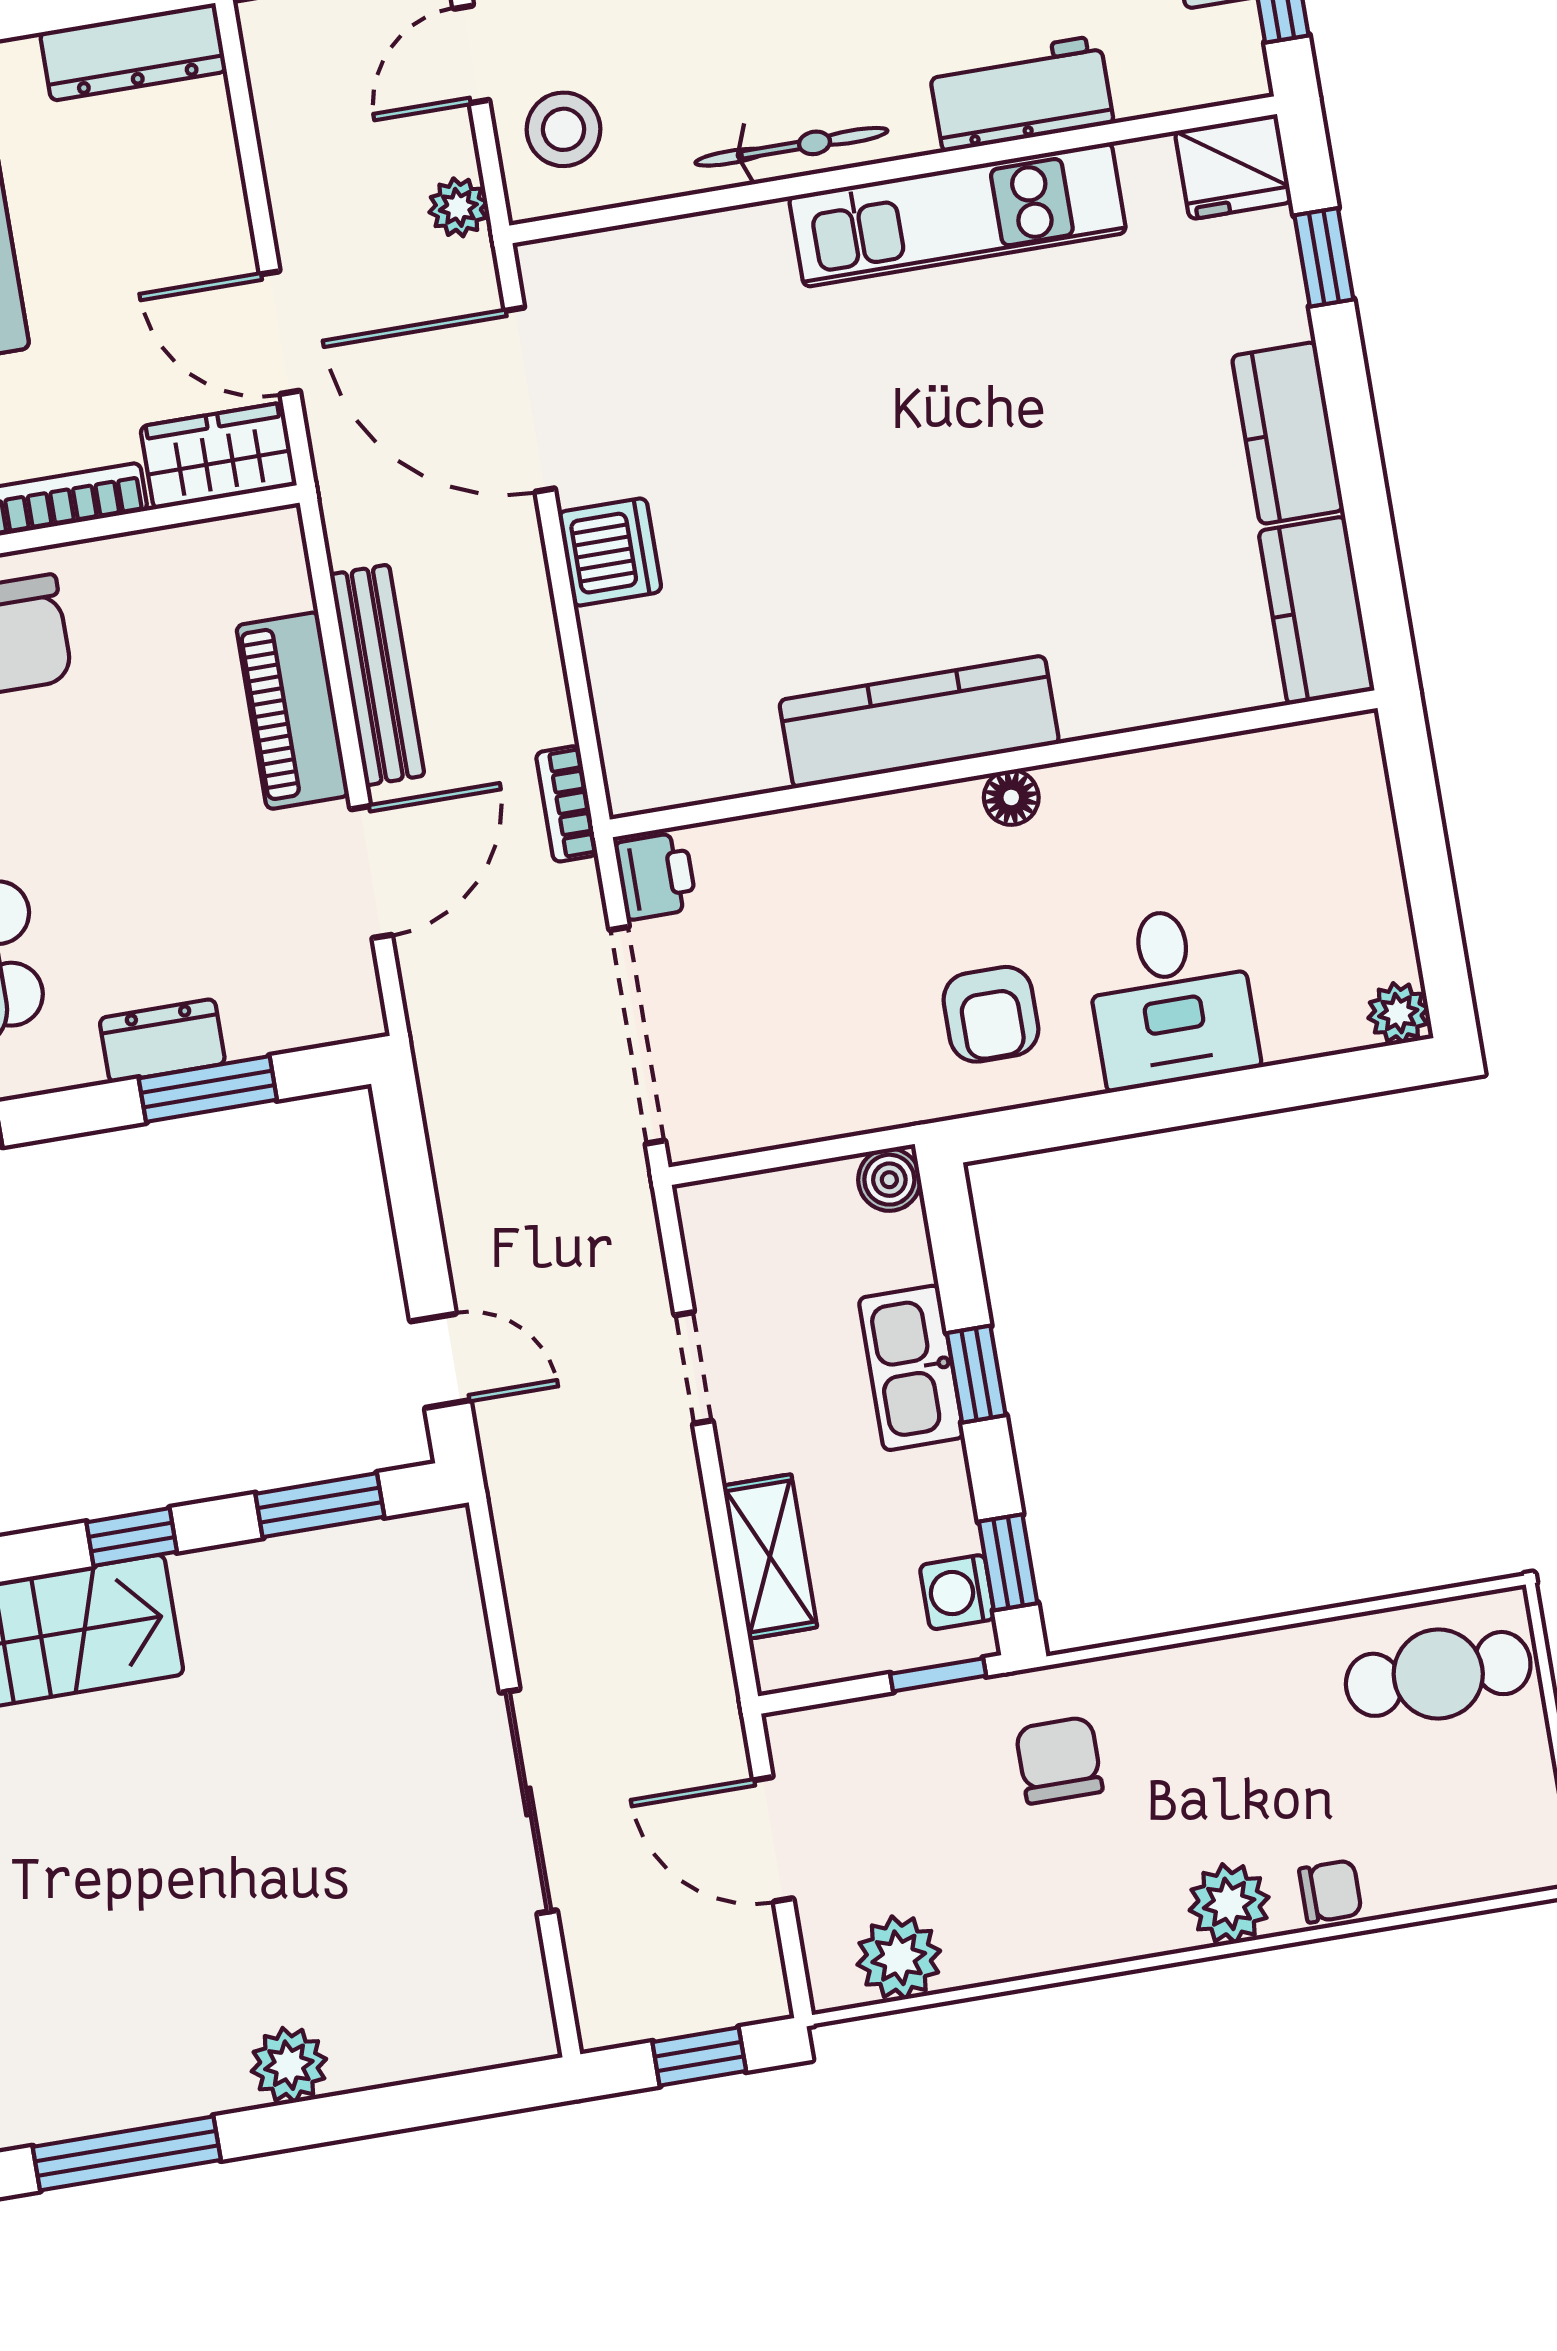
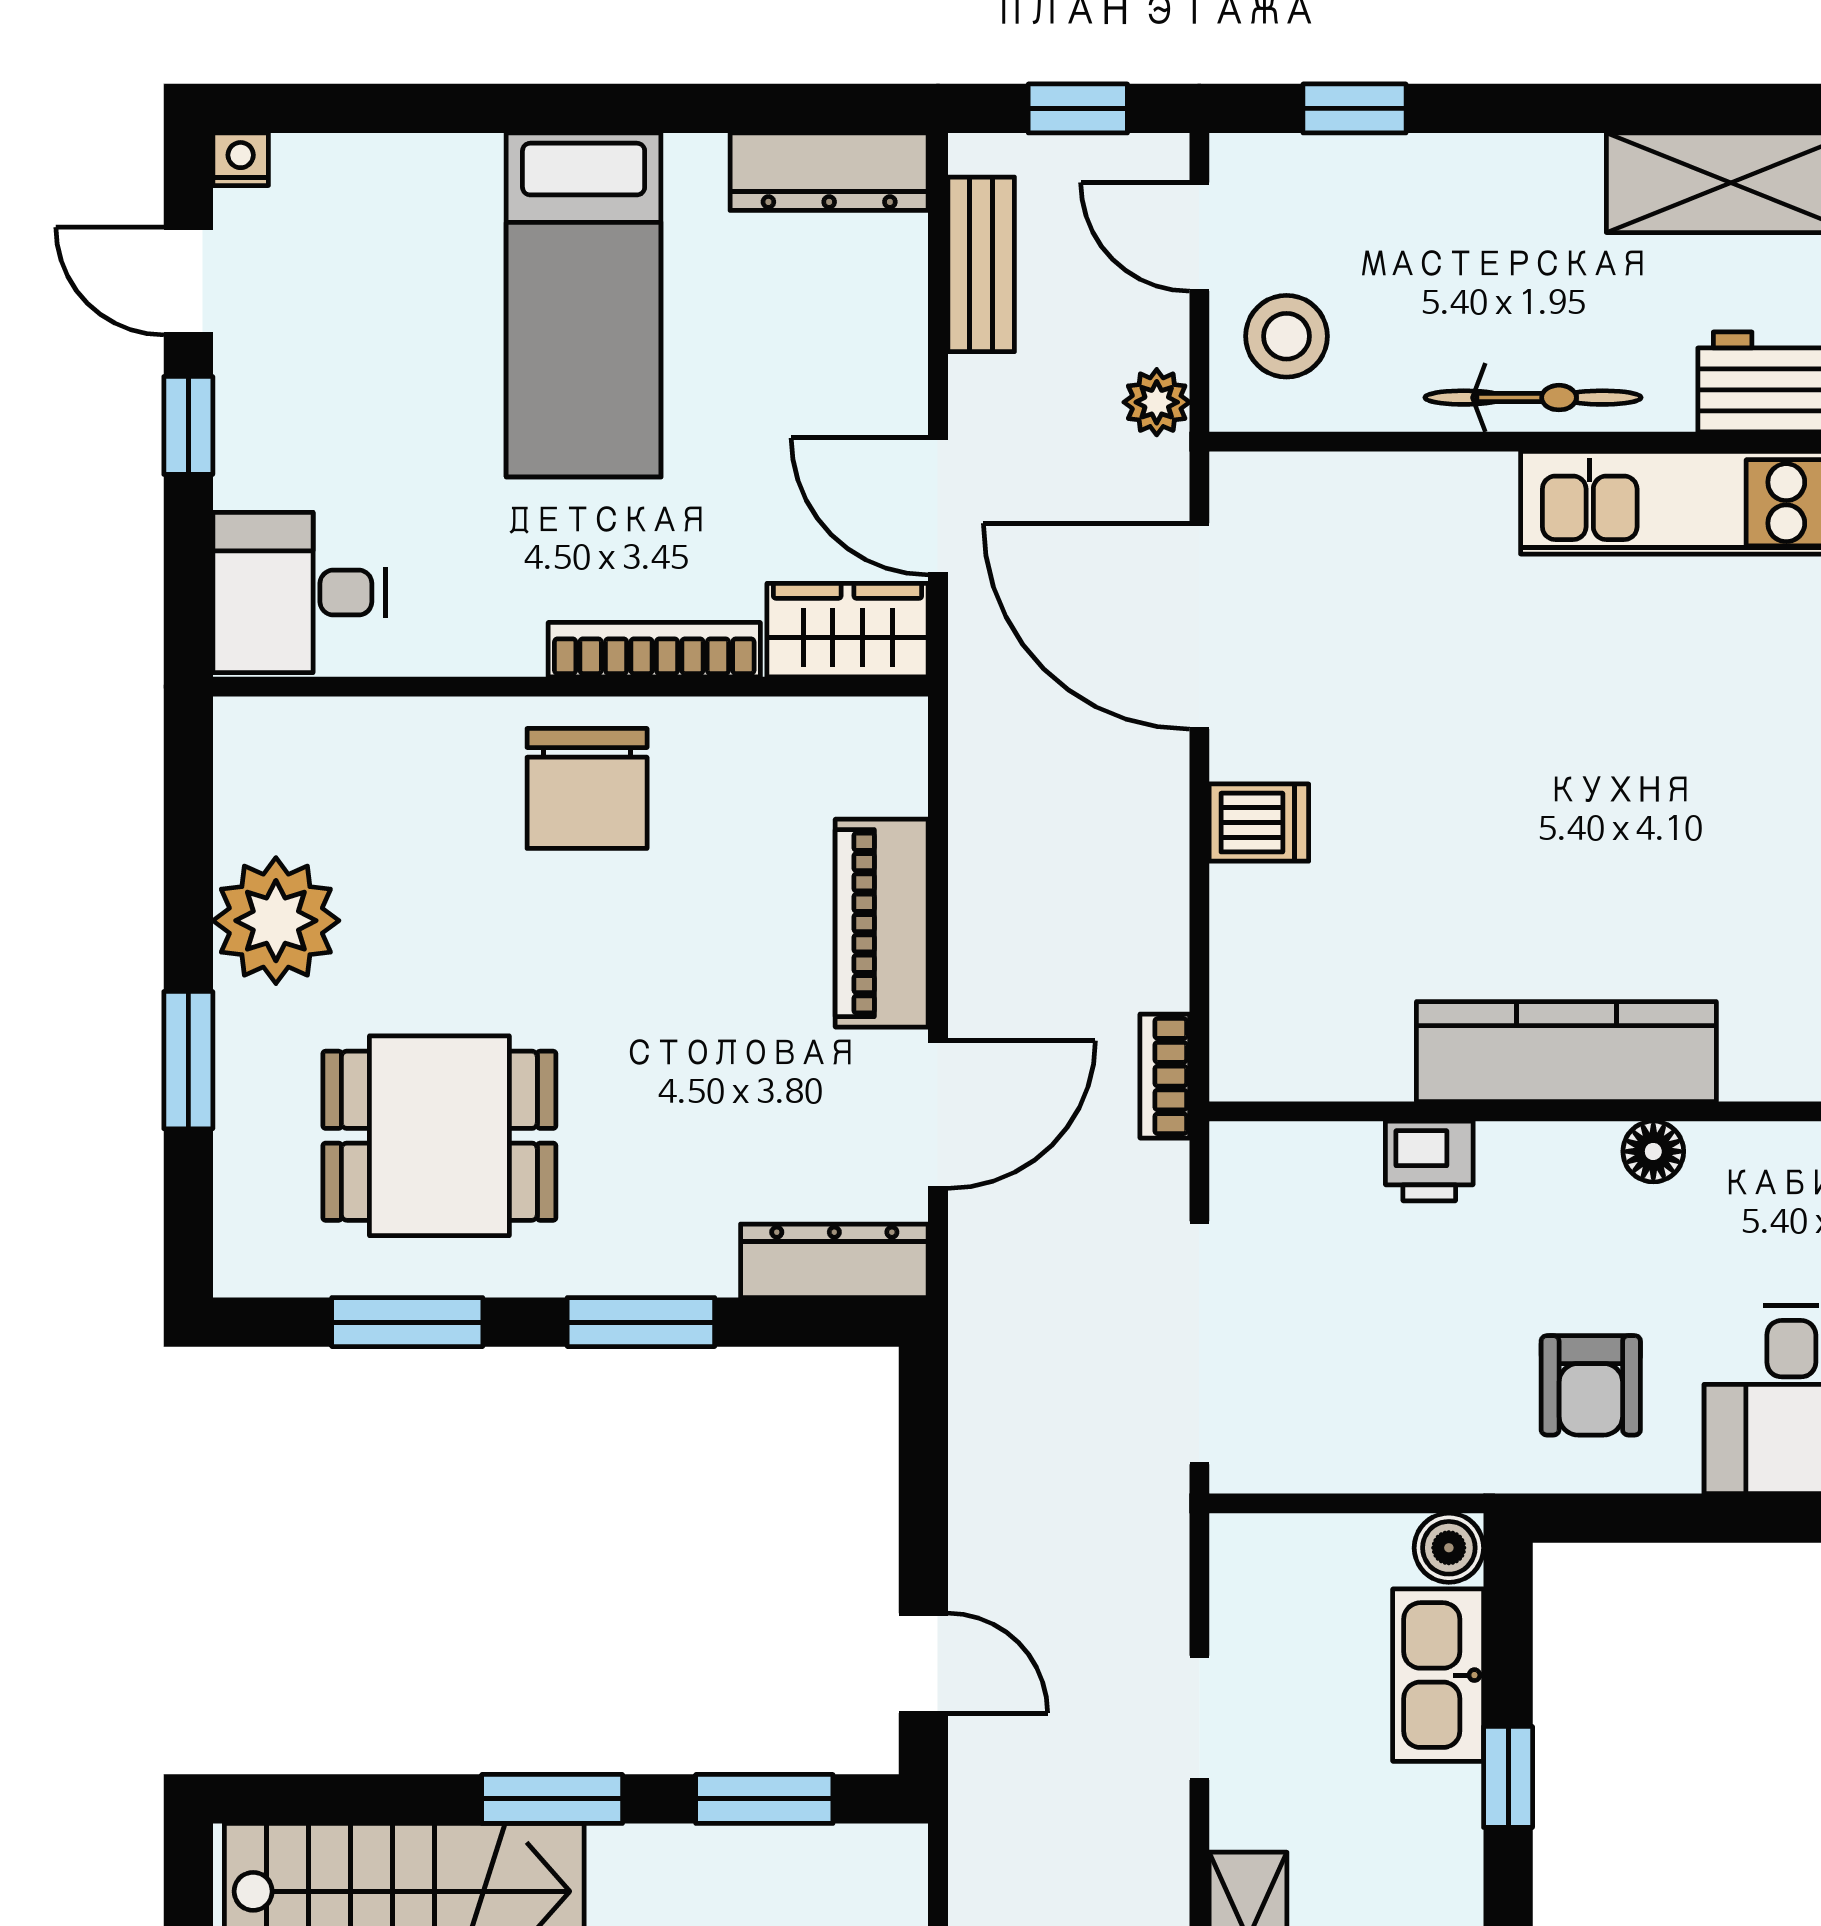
door: (471, 54) -> (1199, 237), hinge flipped
dishwasher: (610, 552) -> (1259, 823), width x0.73
bench: (377, 675) -> (981, 264), moved, width x0.73
printer: (656, 876) -> (1429, 1161), moved, turned 90
dresser: (162, 1041) -> (834, 1261), moved, width x1.44
window: (208, 1089) -> (641, 1322), moved
kitchen sink: (911, 1368) -> (1438, 1675), moved
window: (132, 1537) -> (552, 1799), width x1.50

